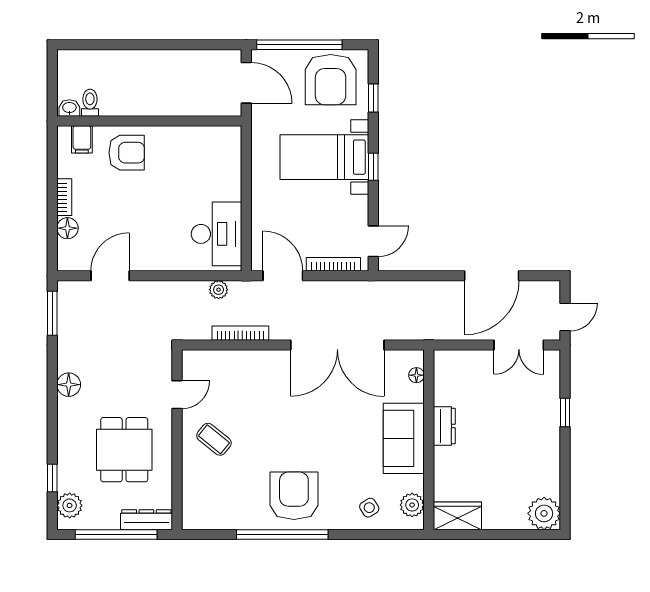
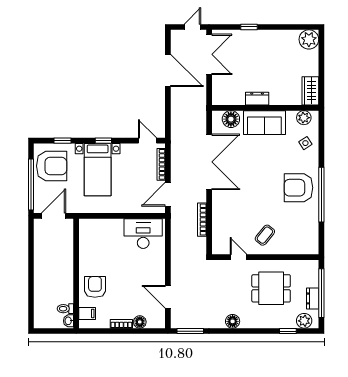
plant: (219, 290) -> (176, 232), removed
door: (565, 317) -> (192, 27), hinge flipped
double door: (519, 345) -> (209, 54), width x1.37
floor lamp: (416, 375) -> (231, 119), width x1.89, depth x1.89
dresser: (146, 520) -> (313, 298), moved, width x0.70

